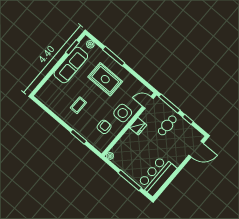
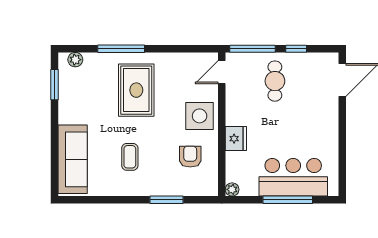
sofa: (71, 65) -> (73, 159), moved
rug: (105, 79) -> (136, 90), turned 90
fridge: (138, 126) -> (236, 139), moved
bar counter: (157, 176) -> (293, 177), moved, turned 90

